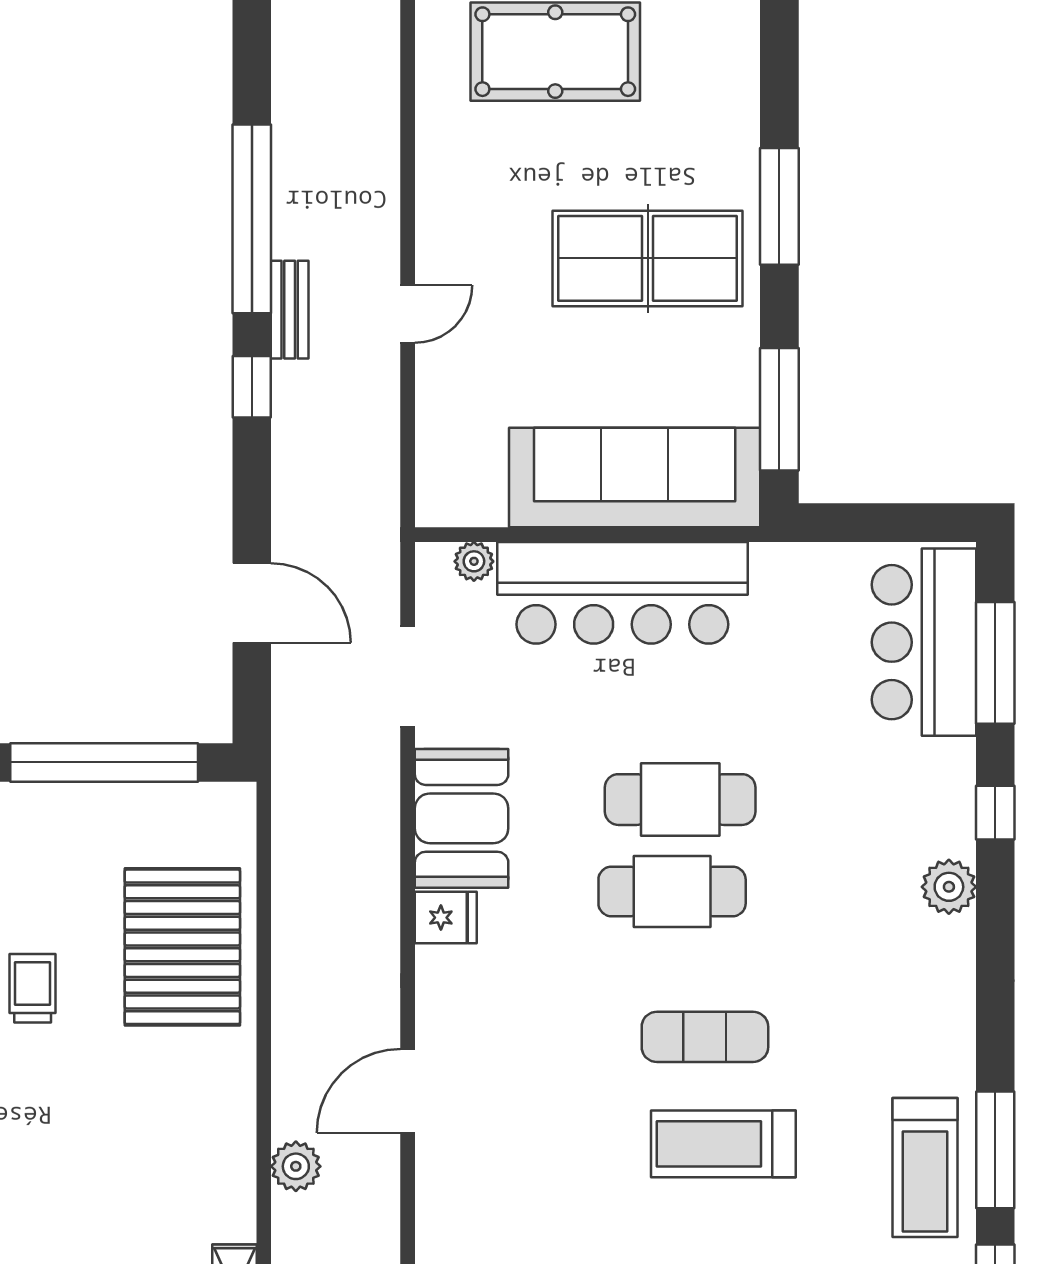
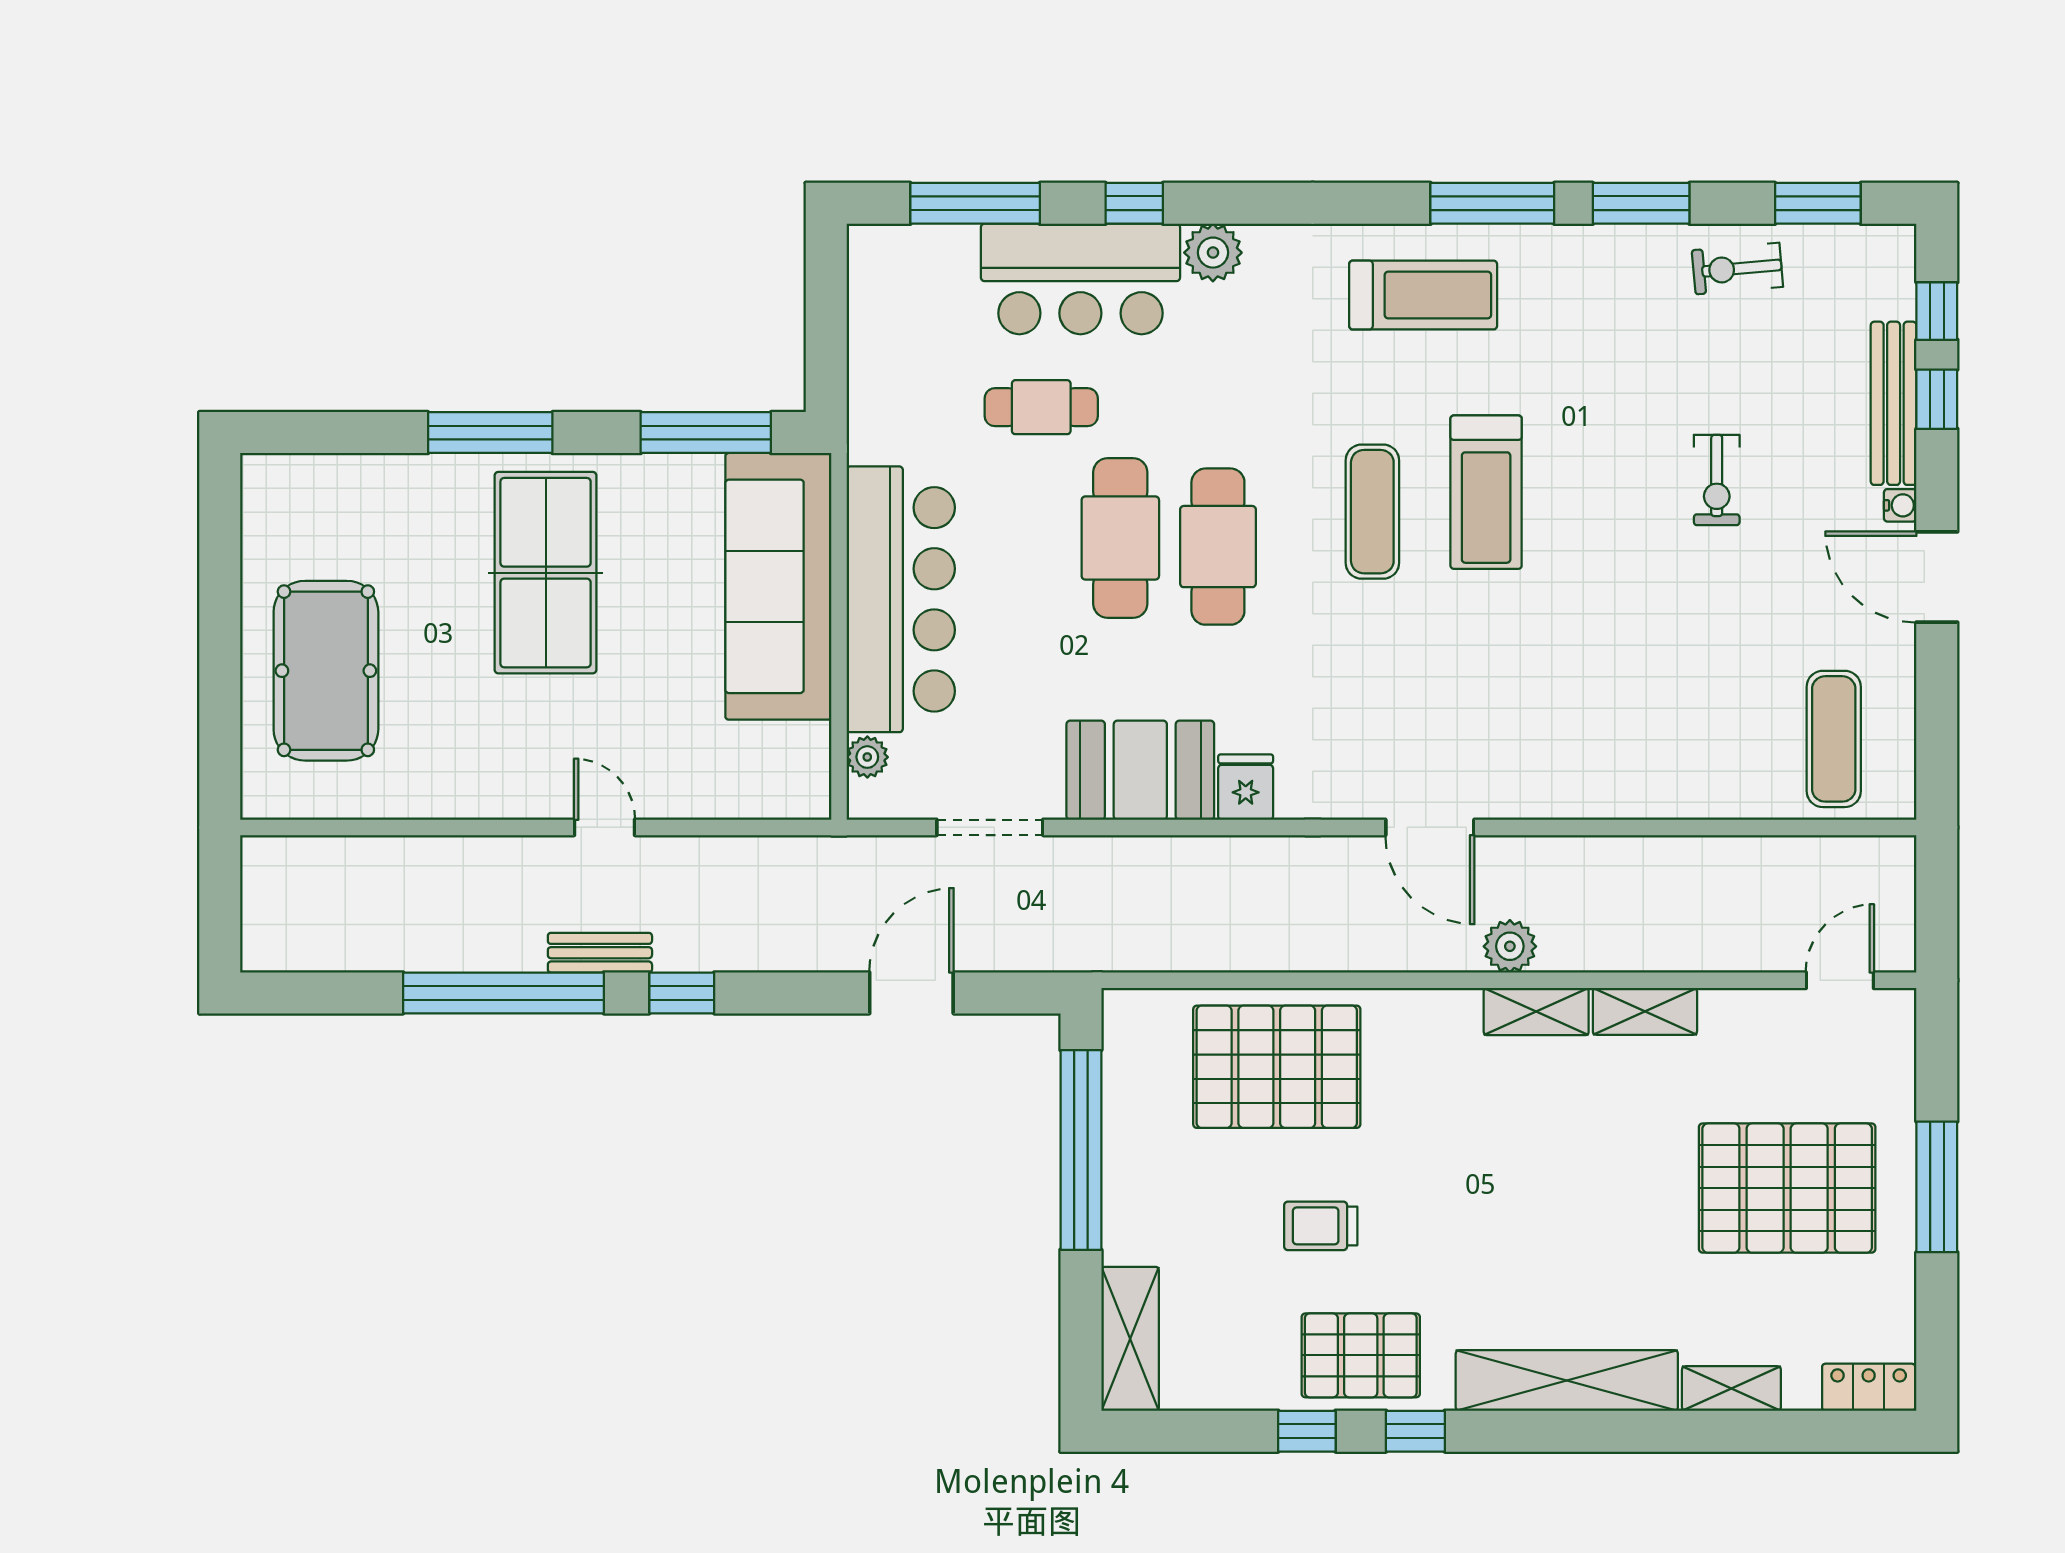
bar counter: (924, 642) -> (1080, 279), moved
cafe table: (803, 725) -> (1041, 407), added
treadmill: (925, 1168) -> (1423, 295), moved
shelving: (234, 1191) -> (1536, 1012), added

